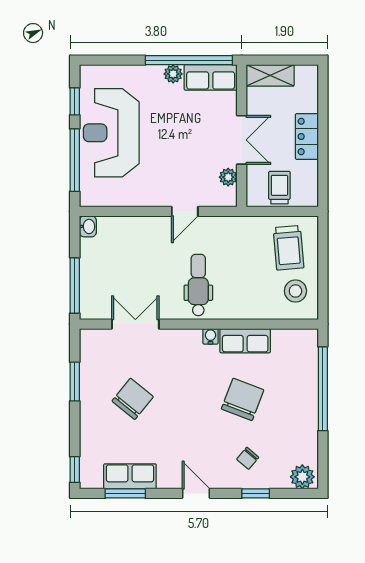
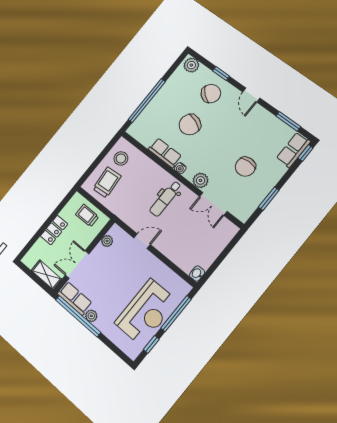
double door: (242, 140) -> (77, 265), moved
trolley: (279, 188) -> (87, 216), turned 90
window: (75, 286) -> (229, 248), removed
plant: (173, 340) -> (201, 180), added
chair: (133, 399) -> (245, 167), turned -40
chair: (248, 458) -> (211, 94), width x1.87, depth x1.87
row of seats: (130, 476) -> (293, 150), moved, turned 90

